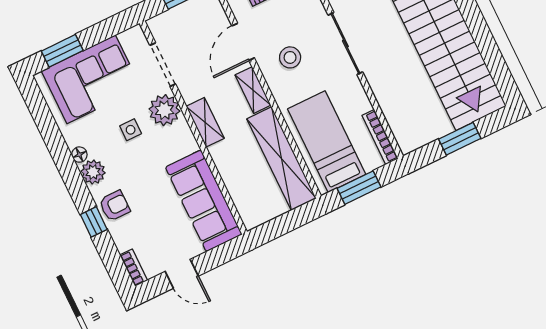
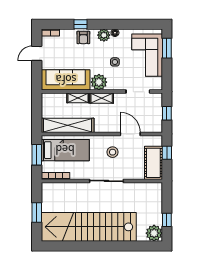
shelving: (253, 90) -> (78, 98), moved
plant: (164, 110) -> (99, 82), moved

